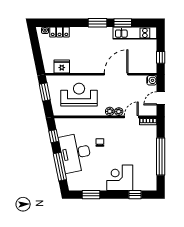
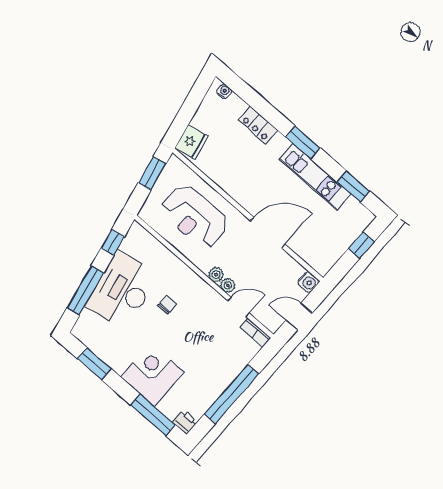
window: (123, 23) -> (353, 187), moved
locker: (59, 32) -> (258, 125), moved
kitchen unit: (135, 33) -> (315, 177), moved
window: (161, 57) -> (361, 245), moved
fridge: (62, 66) -> (191, 142), moved, turned 79
reception desk: (79, 95) -> (195, 217), turned 180
printer: (151, 186) -> (185, 422), added
window: (135, 195) -> (153, 415), width x2.17

